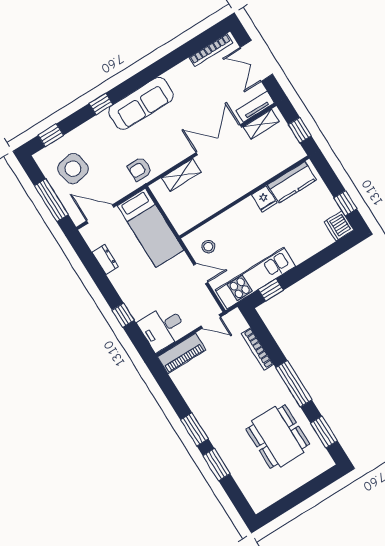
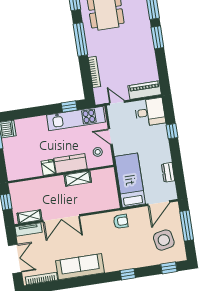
sofa: (141, 103) -> (80, 267), moved
shelving: (181, 175) -> (78, 179), moved
kitchen counter: (292, 182) -> (71, 163), moved
door: (100, 214) -> (159, 203), hinge flipped

